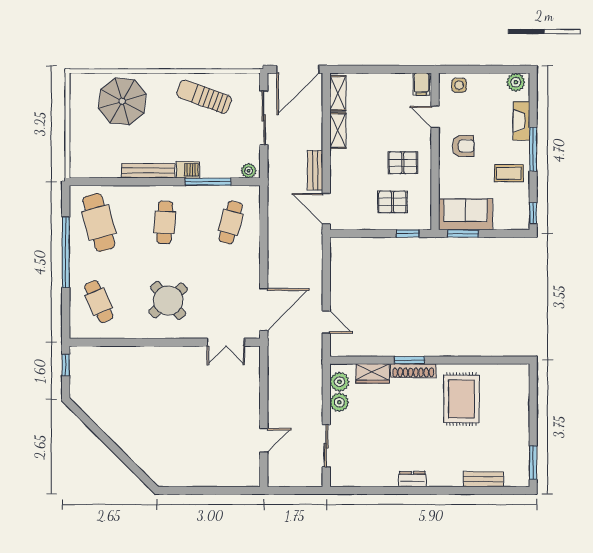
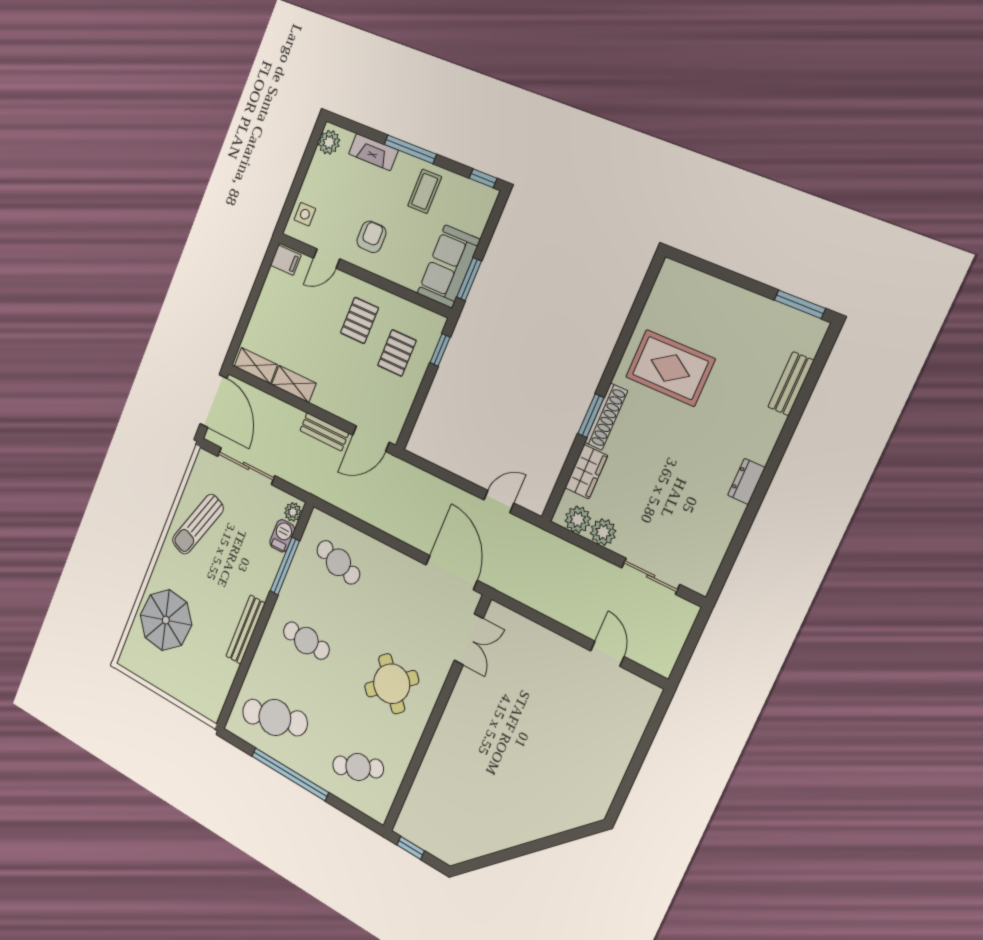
barbecue: (188, 170) -> (282, 536), moved

